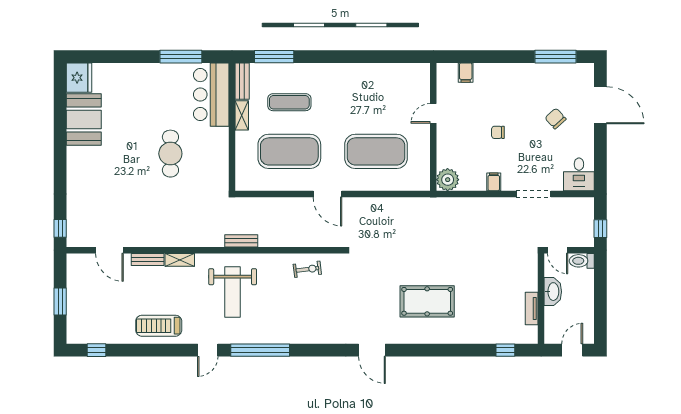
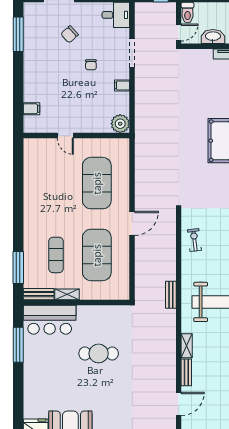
chair: (498, 132) -> (91, 65), moved

